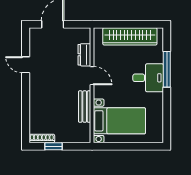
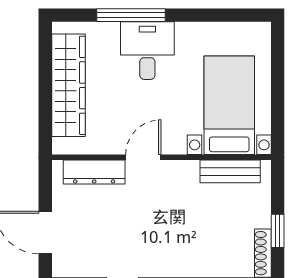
dresser: (84, 55) -> (94, 172), width x1.44
bench: (85, 107) -> (230, 171), moved

